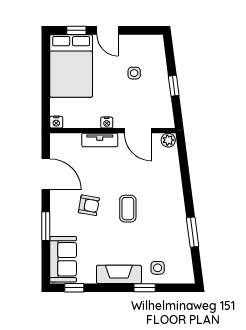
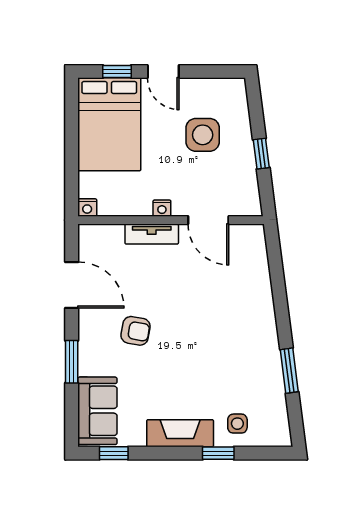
side table: (134, 73) -> (203, 135), width x1.87, depth x1.87
plant: (168, 140) -> (253, 234), removed
coffee table: (128, 209) -> (193, 336), removed

